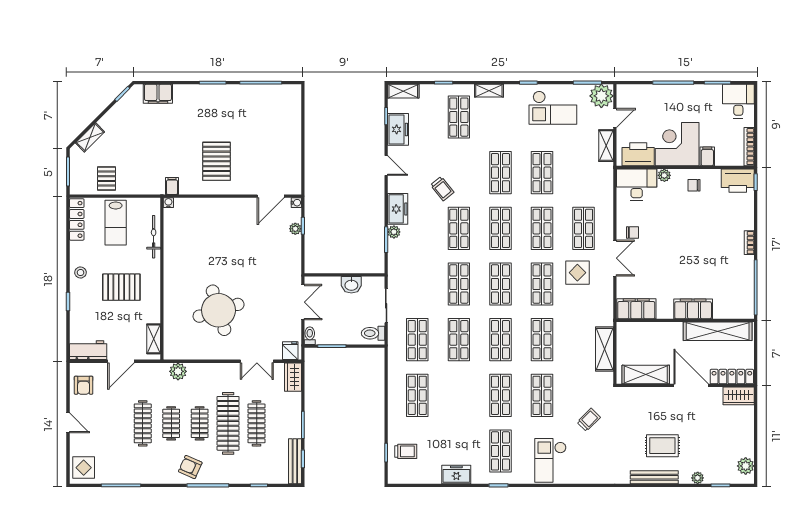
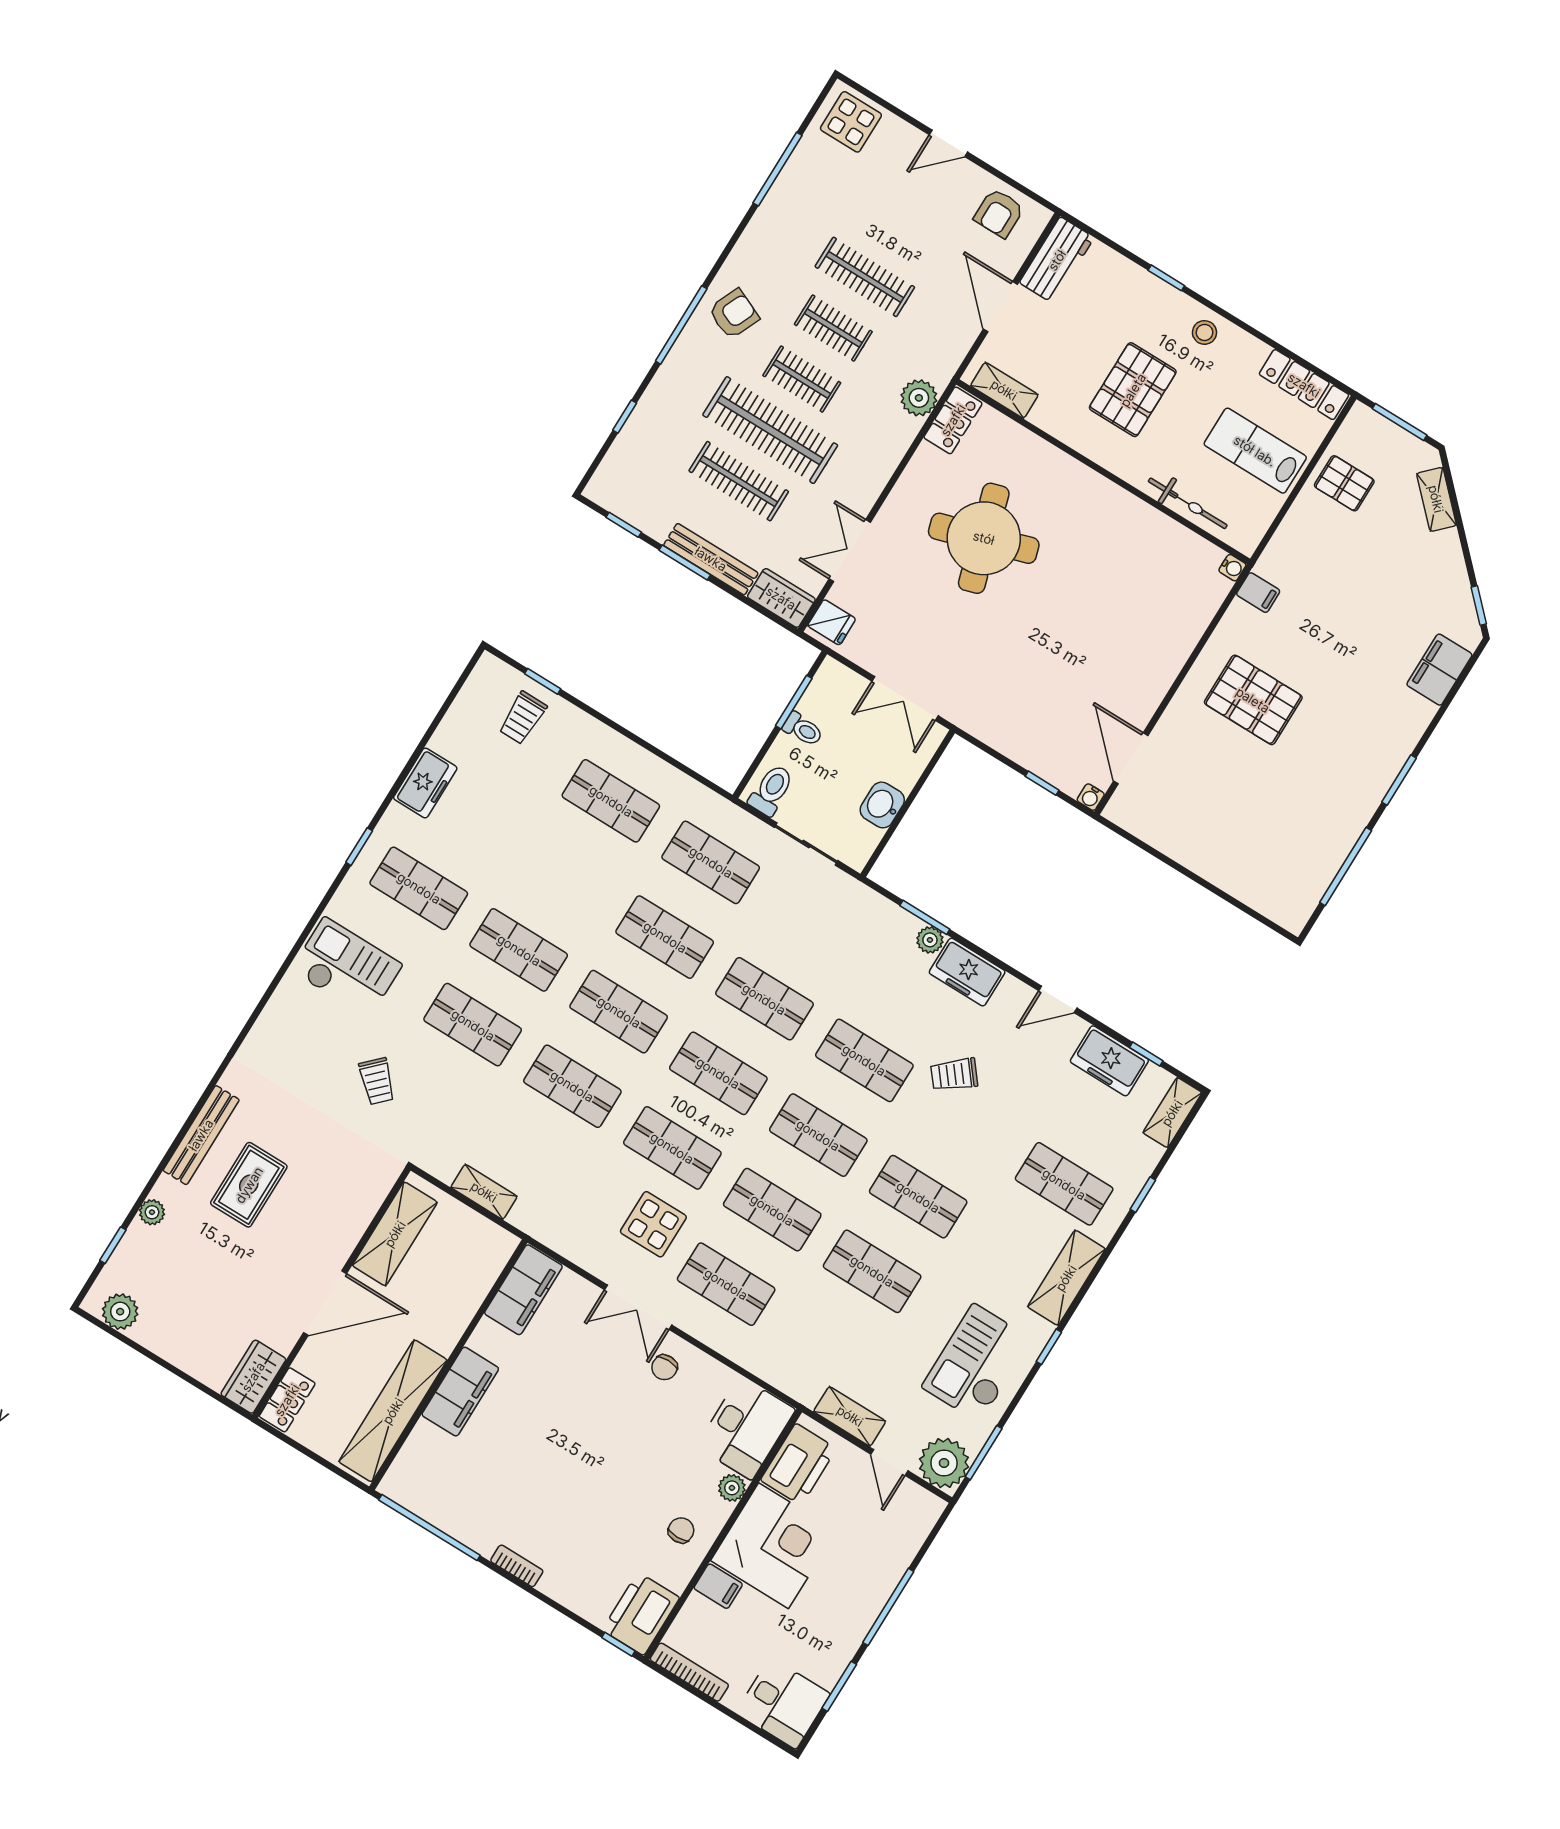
shelving: (489, 91) -> (1066, 1278), width x1.50, depth x1.33
plant: (295, 229) -> (1045, 767), removed
toilet: (310, 336) -> (803, 729), moved
shelving: (604, 349) -> (484, 1192), width x0.67, depth x0.75
locker: (179, 352) -> (953, 420), added
locker: (732, 377) -> (287, 1400), width x0.66
armchair: (84, 385) -> (999, 213), turned -90
bench: (295, 461) -> (711, 559), moved

